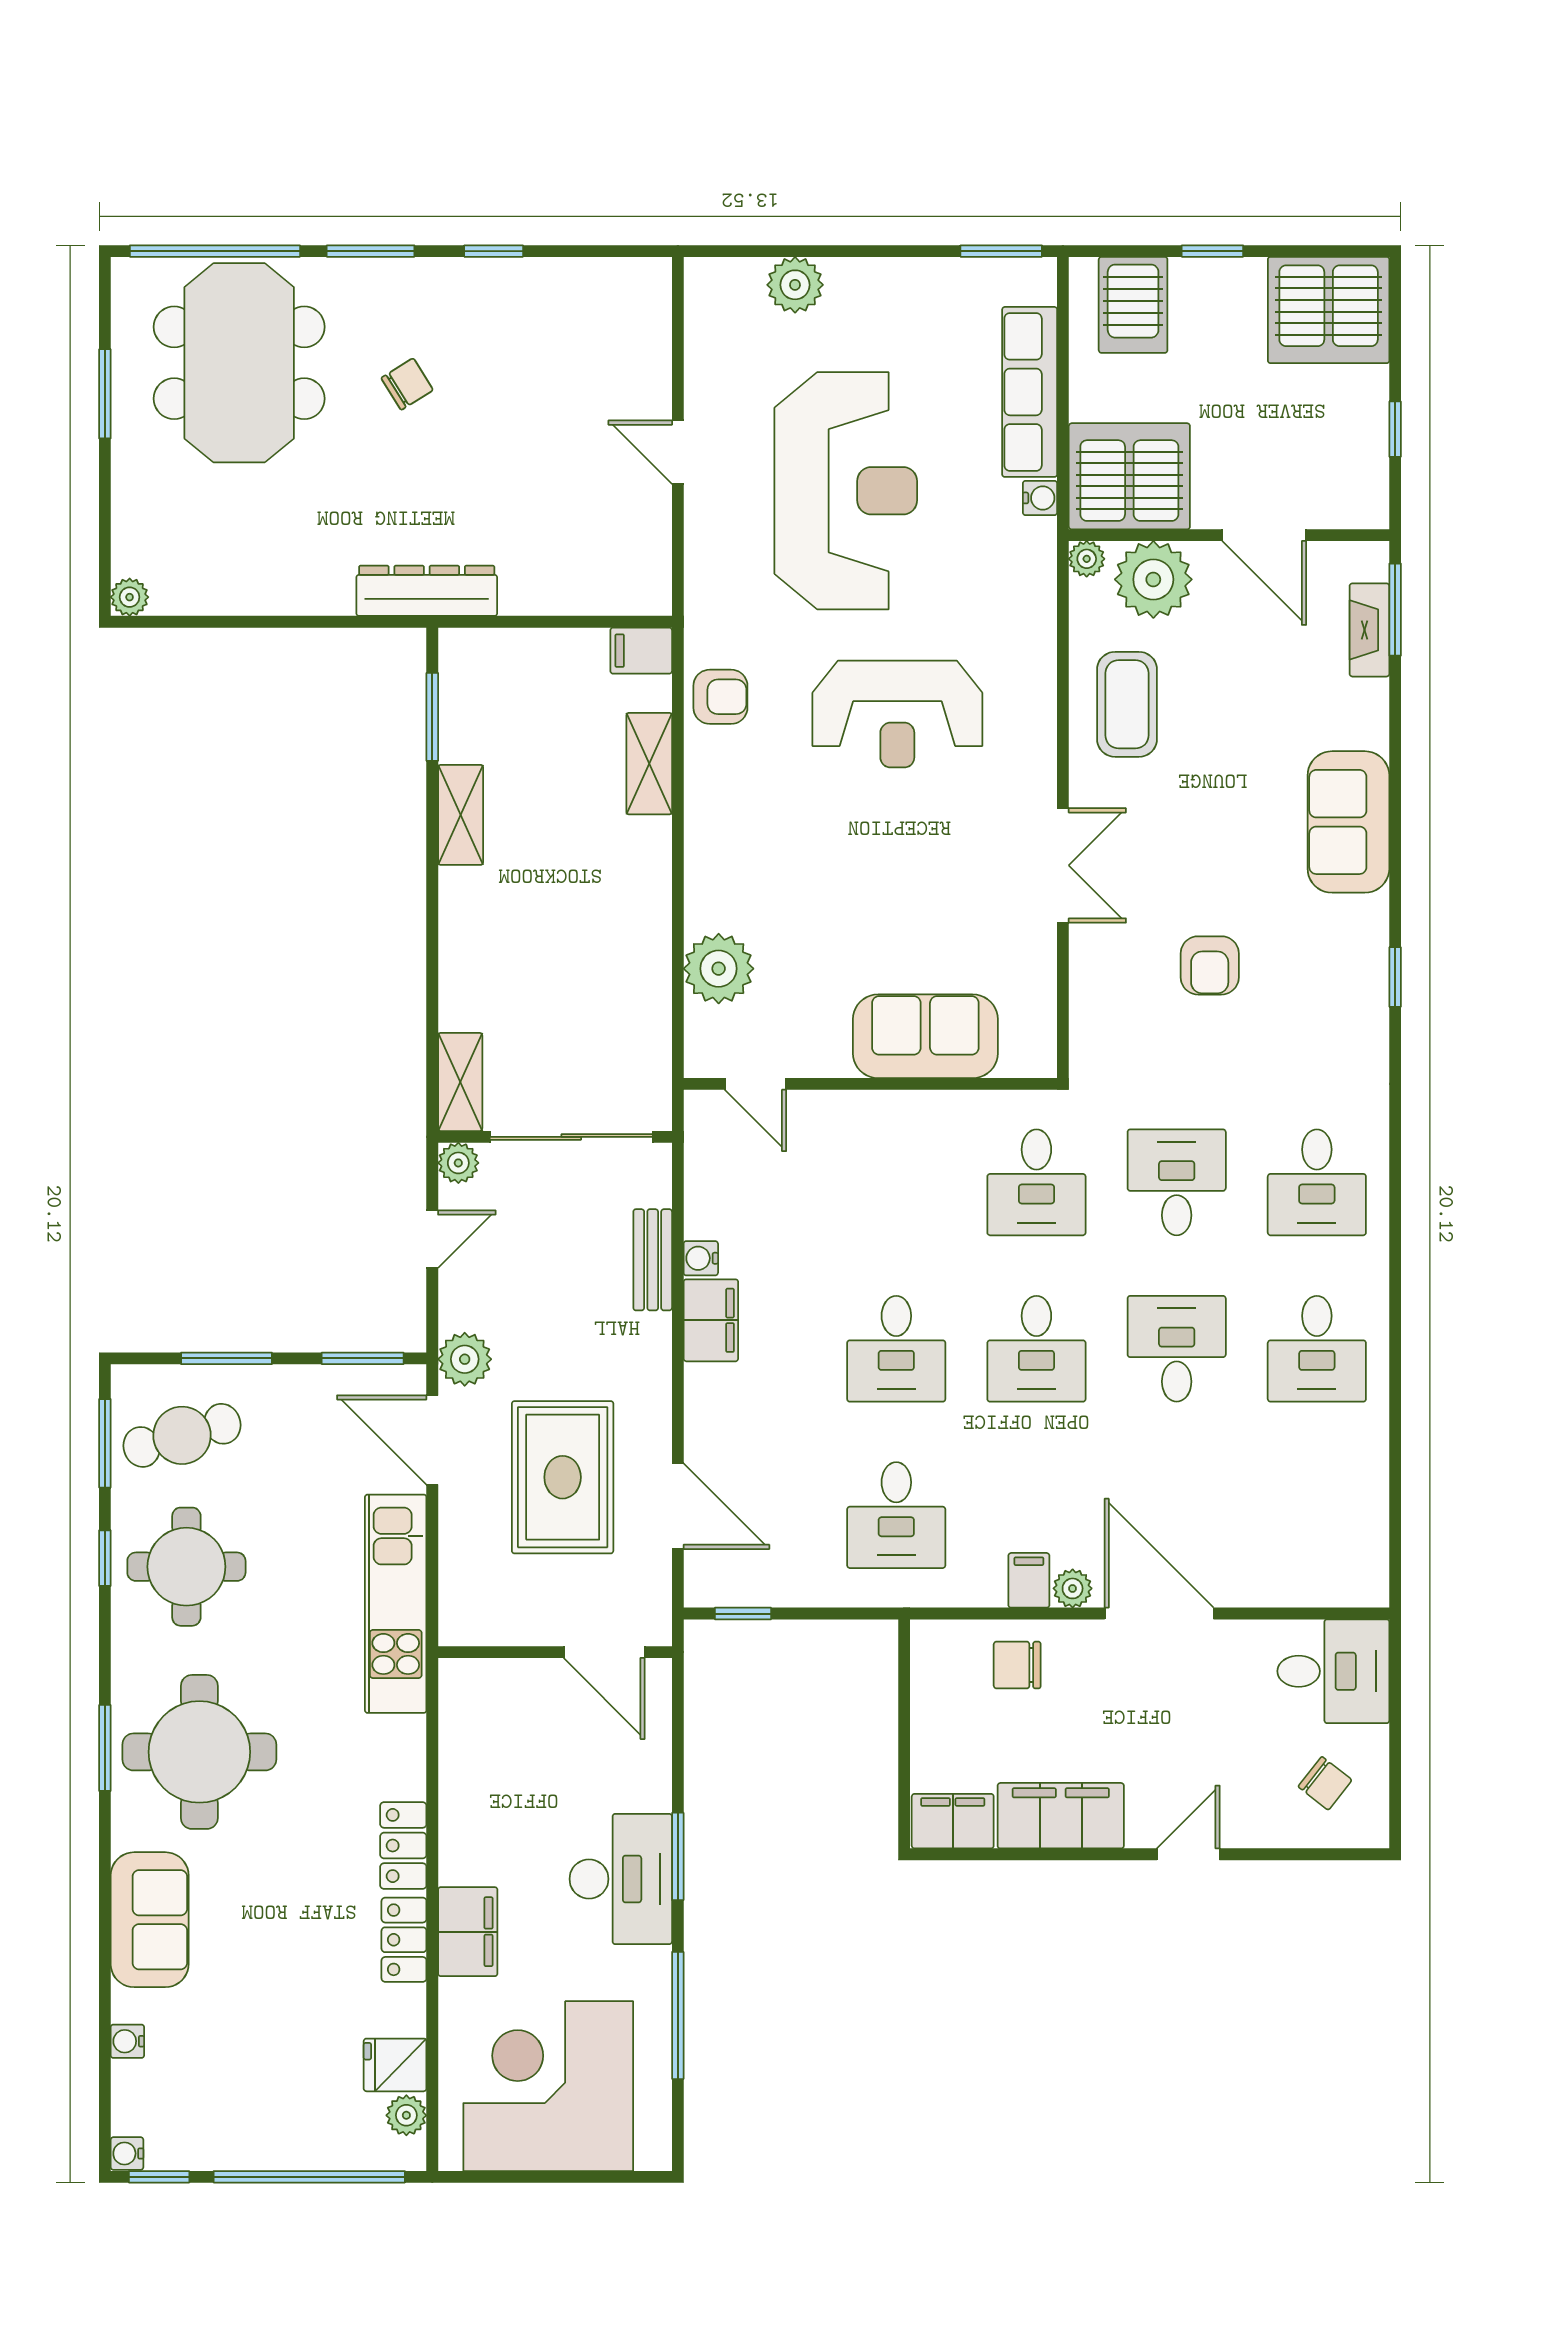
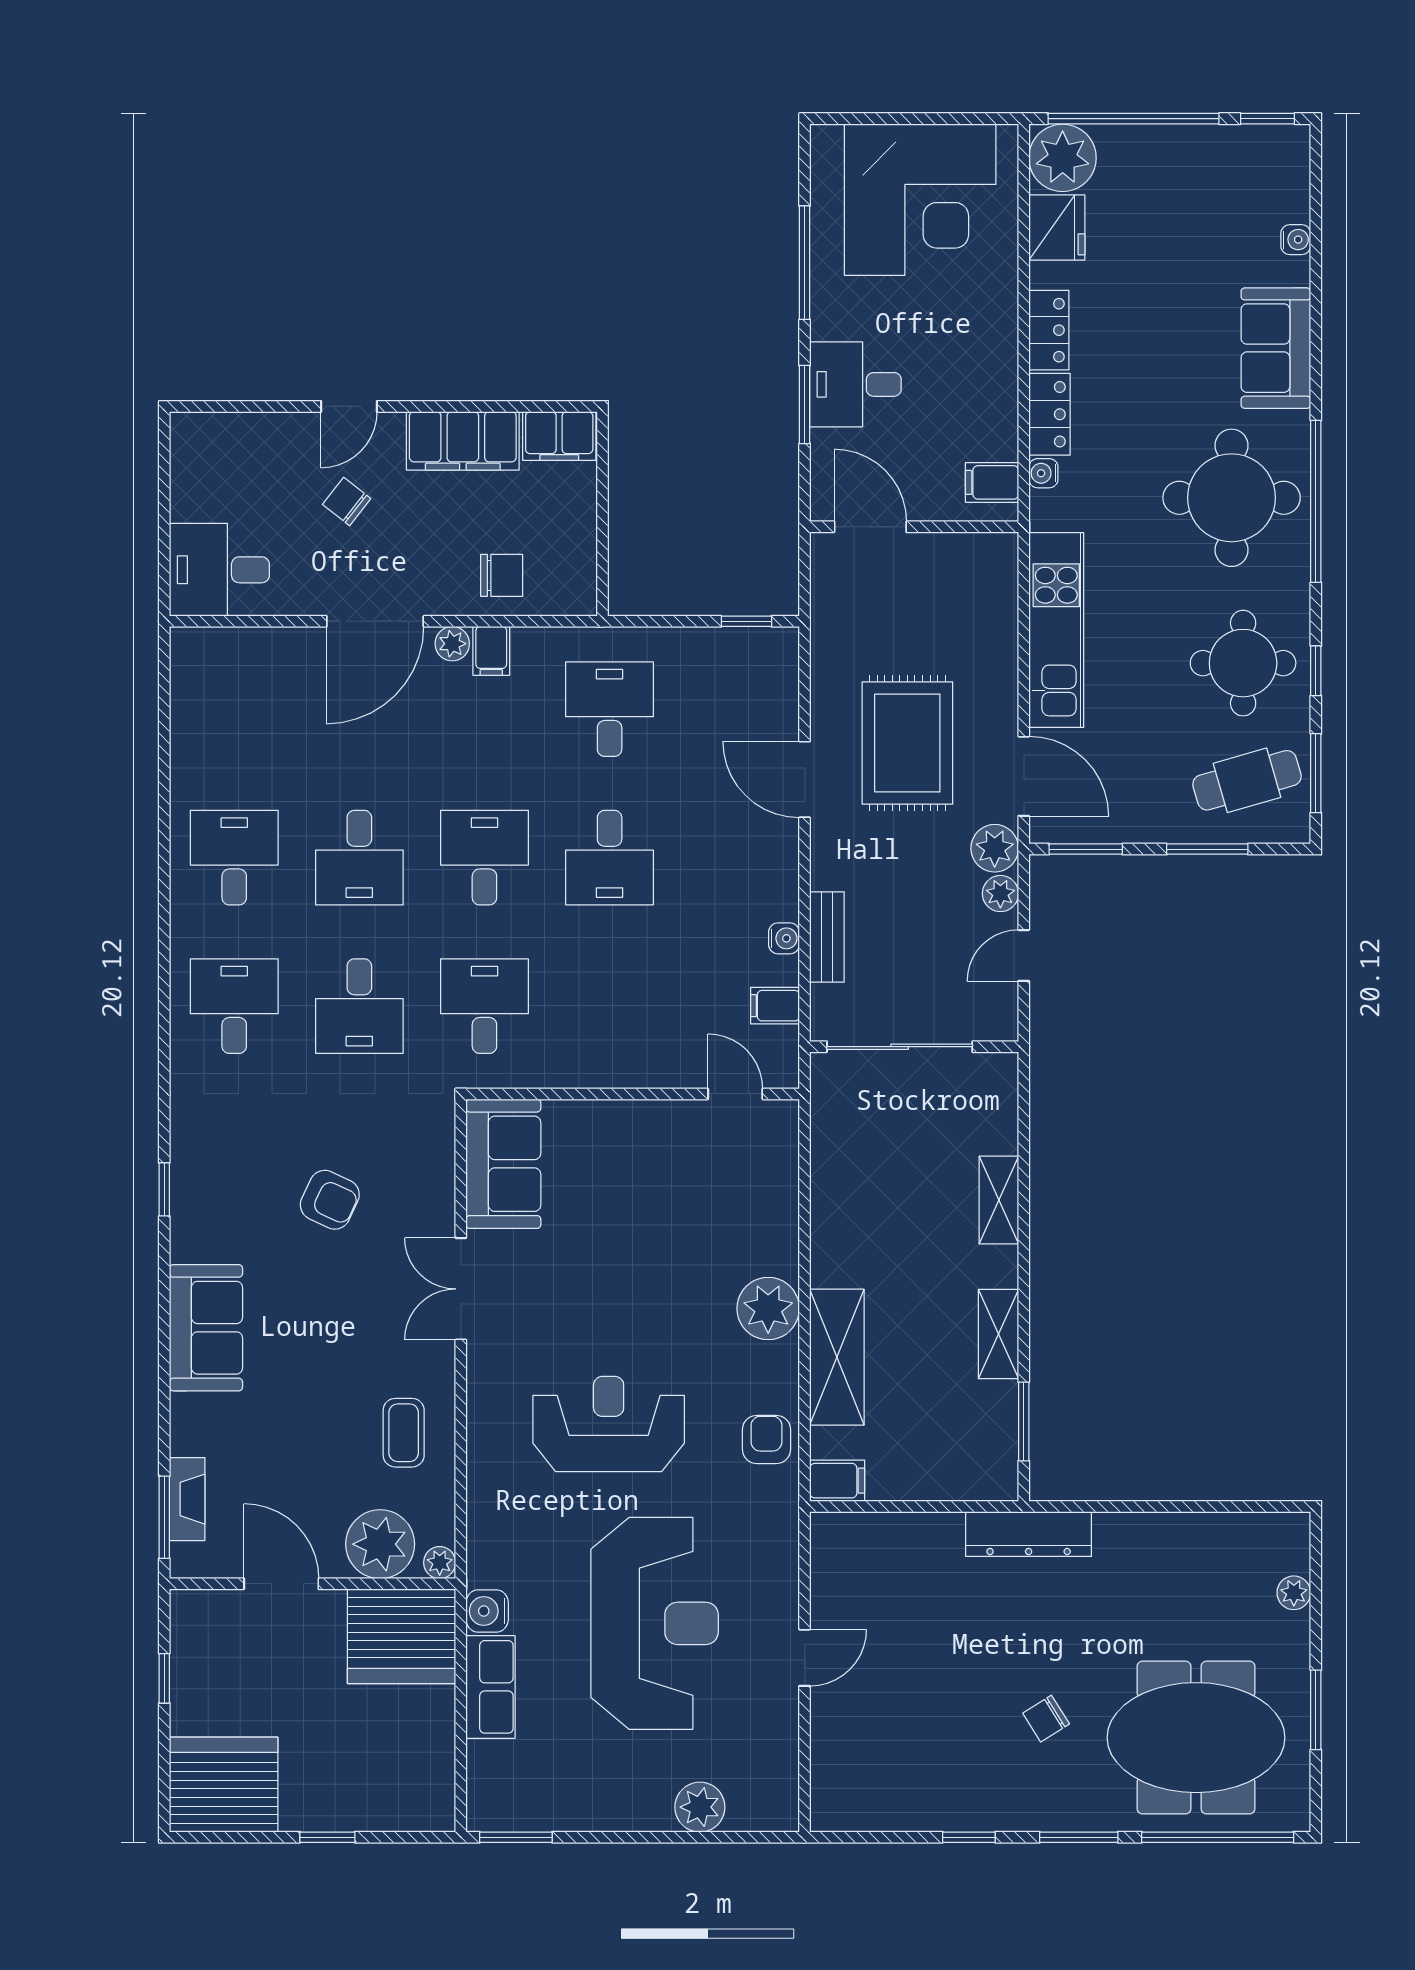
server rack: (1133, 305) -> (398, 1789), removed
meeting table: (239, 363) -> (1196, 1738), turned 90
row of seats: (1030, 392) -> (491, 1687), width x0.68
door: (678, 452) -> (805, 1658), hinge flipped
reception desk: (846, 491) -> (655, 1623), turned 180
water cooler: (1040, 498) -> (487, 1611), width x1.38, depth x1.38
plant: (130, 597) -> (1294, 1593), moved
armchair: (720, 697) -> (766, 1439), turned 90
coffee table: (1127, 704) -> (404, 1433), width x0.73, depth x0.77
shelving: (649, 764) -> (837, 1357), width x1.50, depth x1.33
armchair: (1210, 965) -> (330, 1200), turned 115
plant: (719, 969) -> (768, 1309), moved
sofa: (925, 1036) -> (503, 1164), moved, turned -90
shelving: (460, 1082) -> (999, 1200), moved
plant: (458, 1163) -> (1000, 894), moved
filing cabinet: (711, 1320) -> (775, 1006), moved, width x0.50
desk: (896, 1349) -> (610, 858), turned 180
door: (678, 1506) -> (805, 779), moved
door: (1159, 1614) -> (375, 621), hinge flipped
wall: (555, 1652) -> (914, 527), moved
door: (604, 1652) -> (870, 527), moved
window: (105, 1748) -> (1316, 501), width x2.11
chair: (1325, 1783) -> (347, 502), moved
desk: (621, 1879) -> (855, 384), width x0.73
filing cabinet: (468, 1932) -> (992, 482), moved, width x0.50
fridge: (395, 2065) -> (1057, 227), width x1.38
plant: (406, 2115) -> (1063, 158), width x1.88, depth x1.88
water cooler: (127, 2153) -> (1043, 473), moved, turned 180

